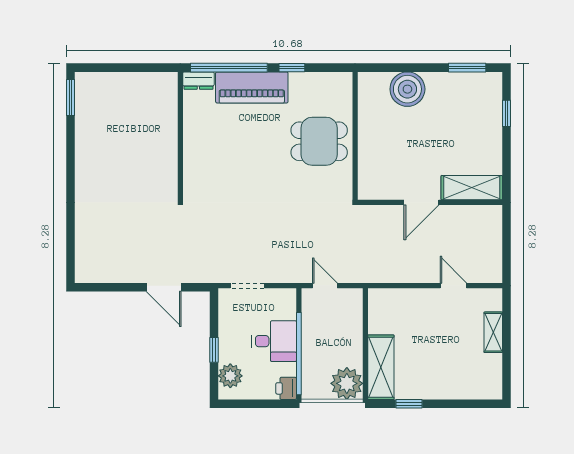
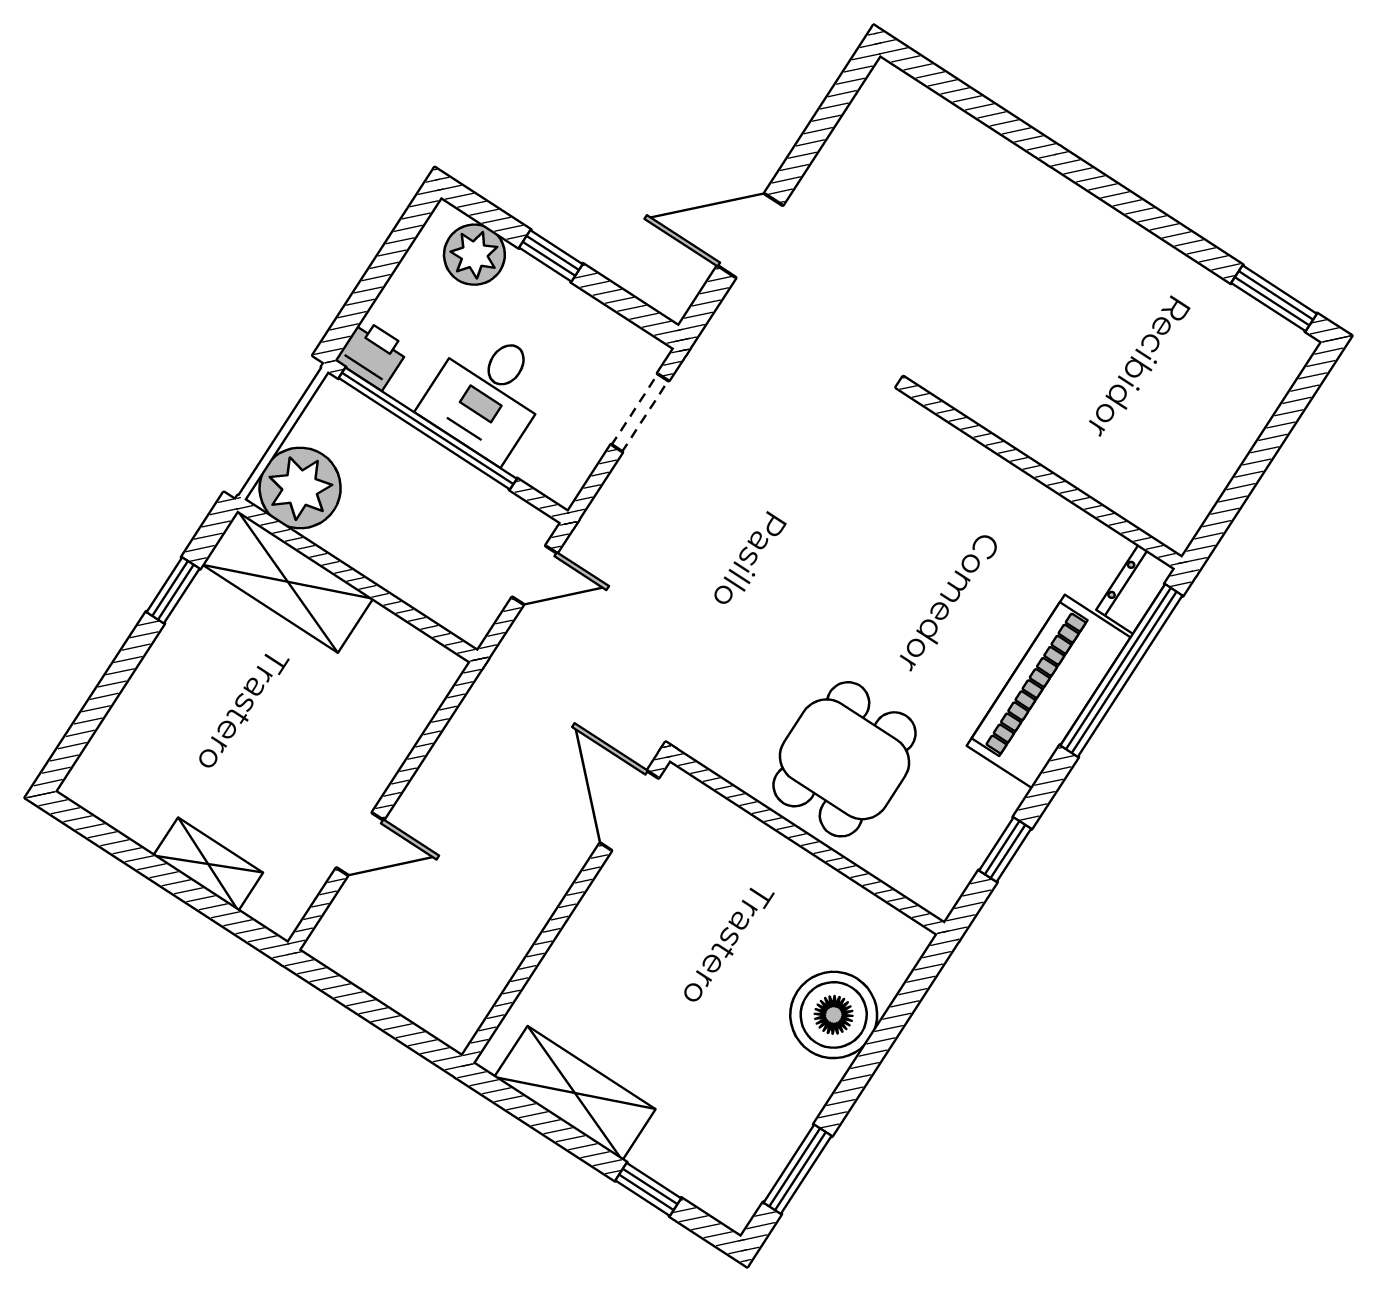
window: (292, 68) -> (1005, 850), moved
shelving: (472, 188) -> (575, 1093), moved, turned 90
door: (421, 202) -> (629, 811), moved

